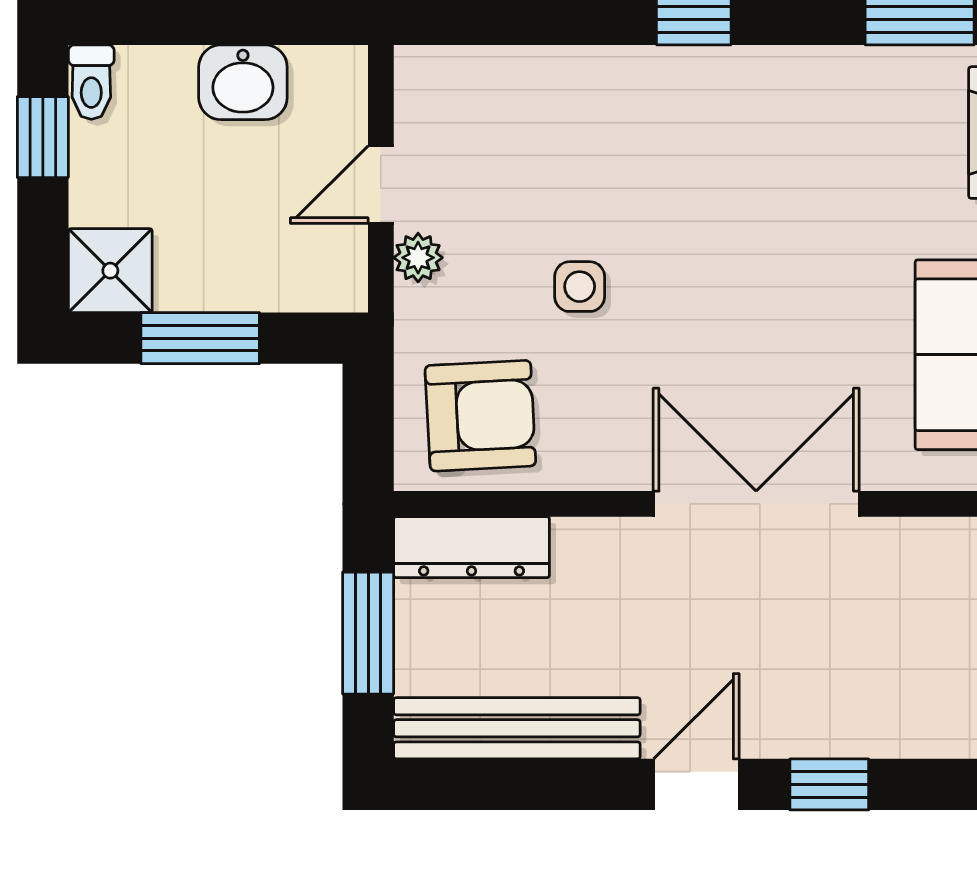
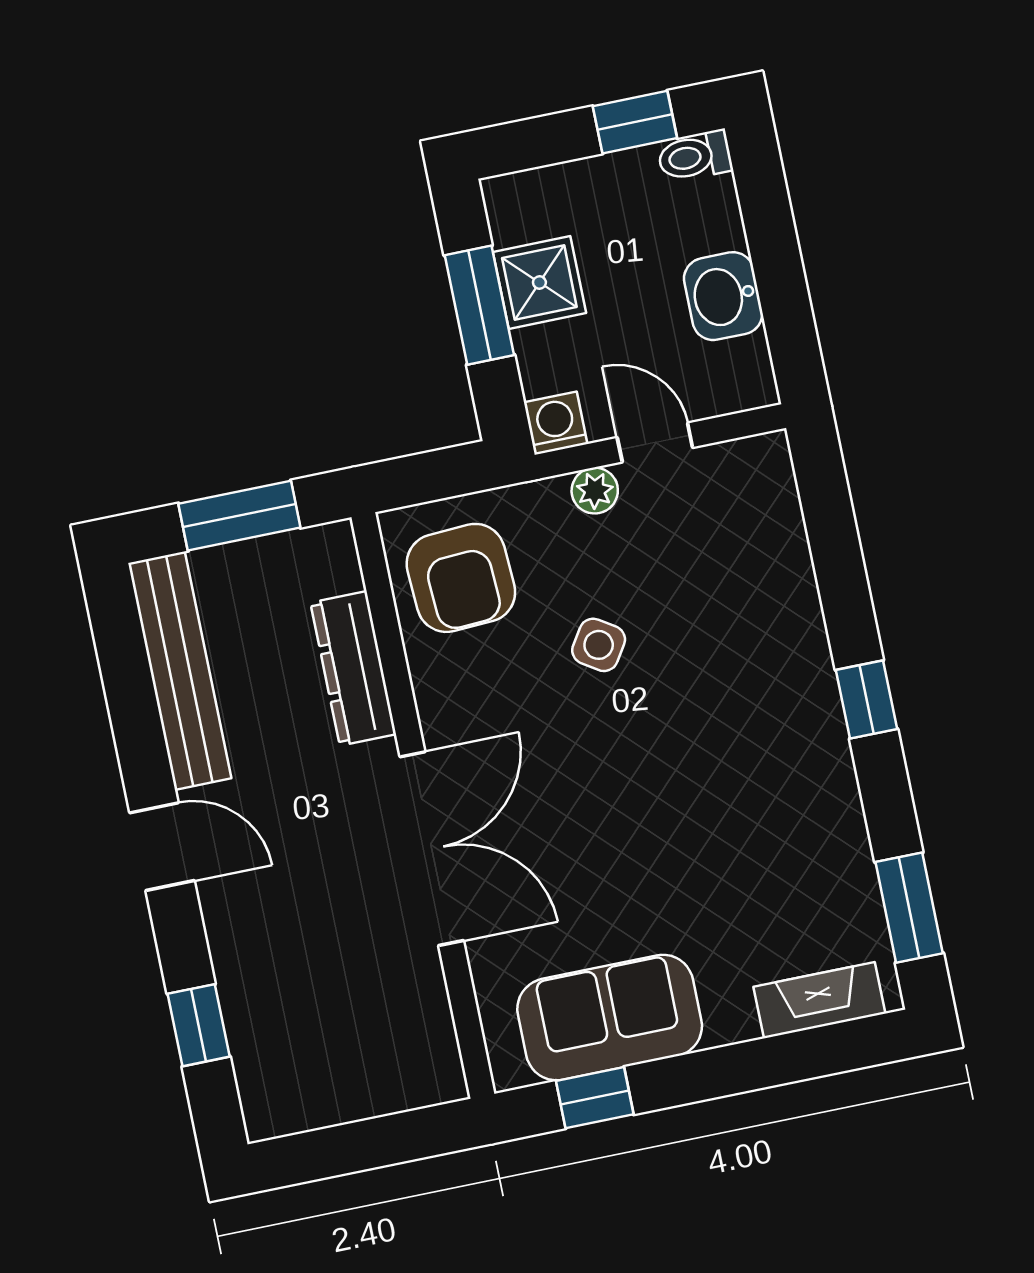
shower: (110, 271) -> (539, 282), moved
washing machine: (339, 284) -> (556, 423), added
side table: (580, 287) -> (599, 645), turned 33
dresser: (472, 547) -> (353, 668), moved
window: (829, 784) -> (199, 1025), moved

